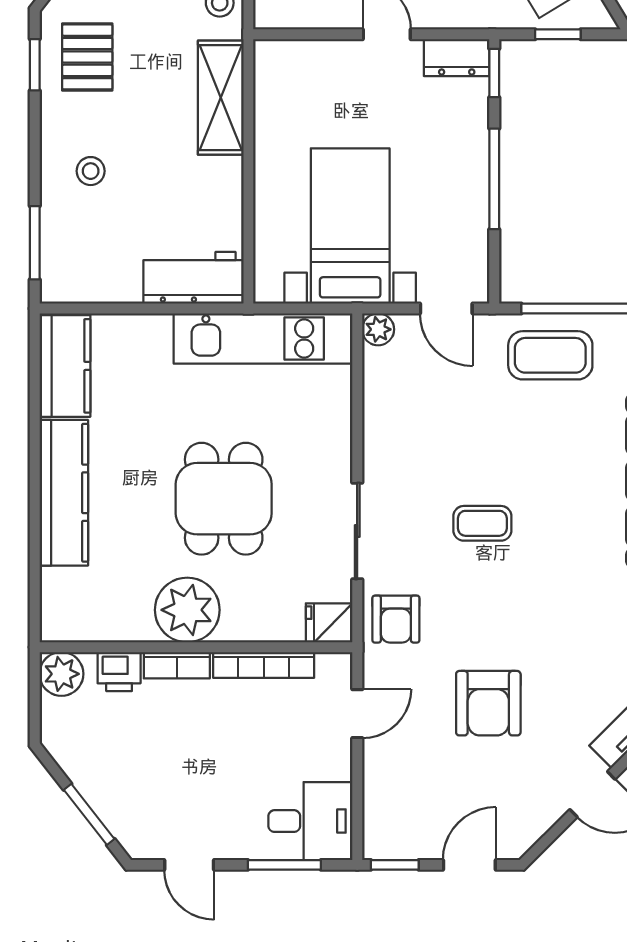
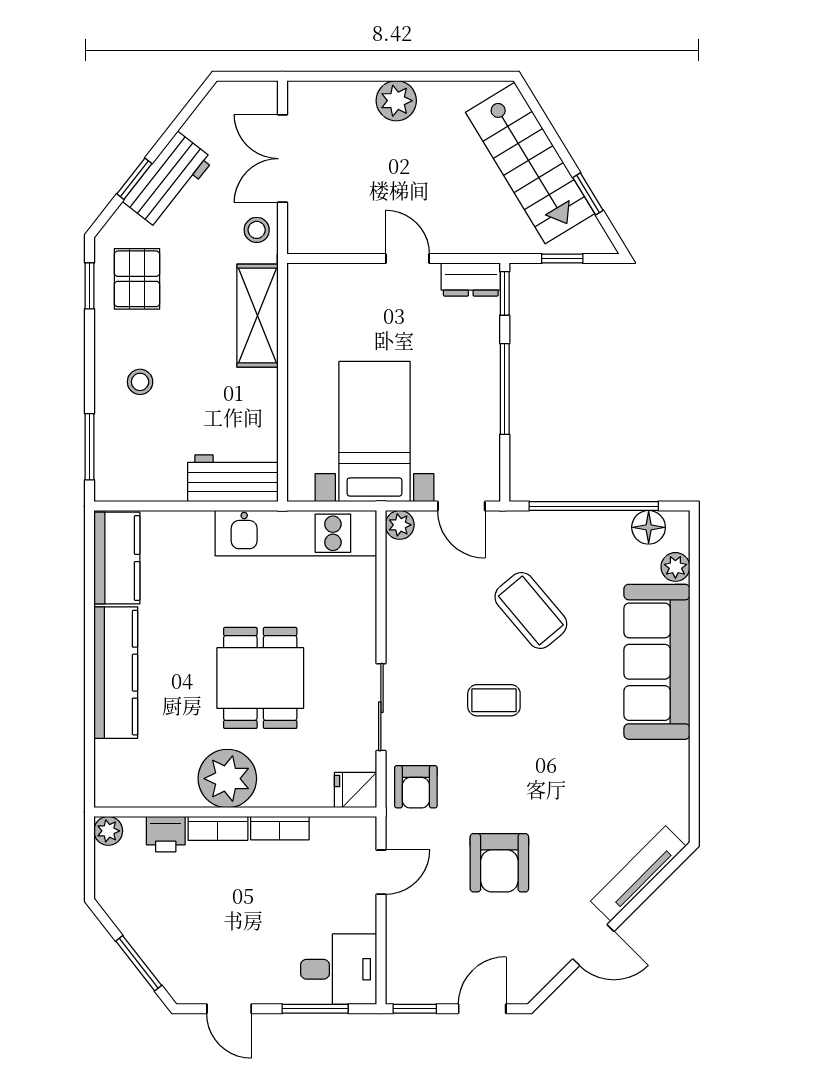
coffee table: (550, 355) -> (531, 610), moved, turned 50
bookcase: (264, 665) -> (280, 828), width x0.64
plant: (61, 674) -> (108, 831), width x0.73, depth x0.73

